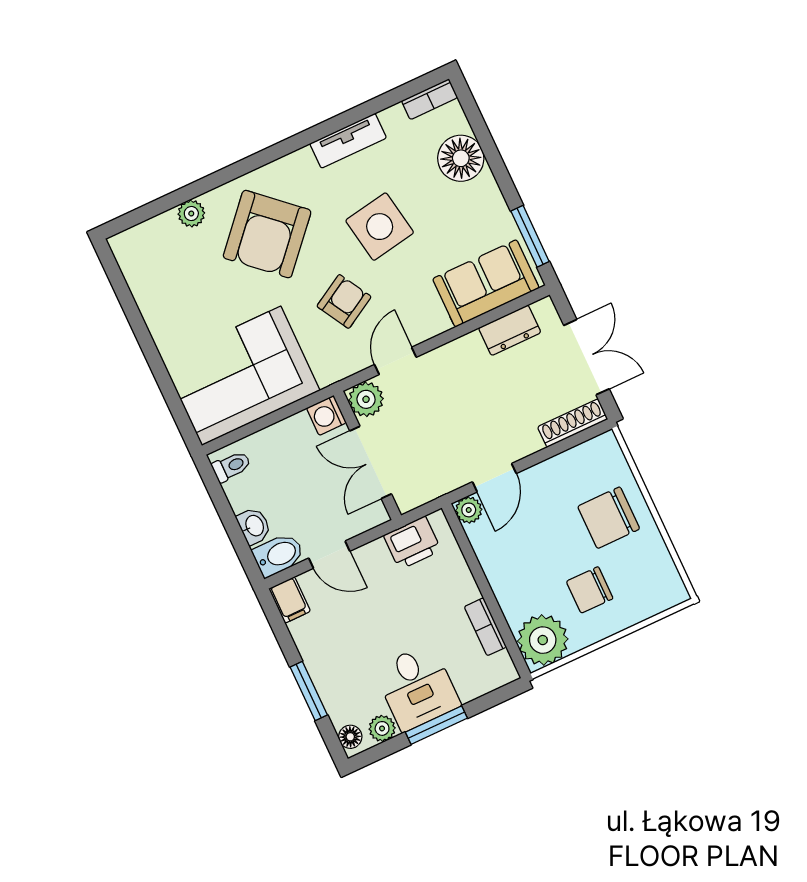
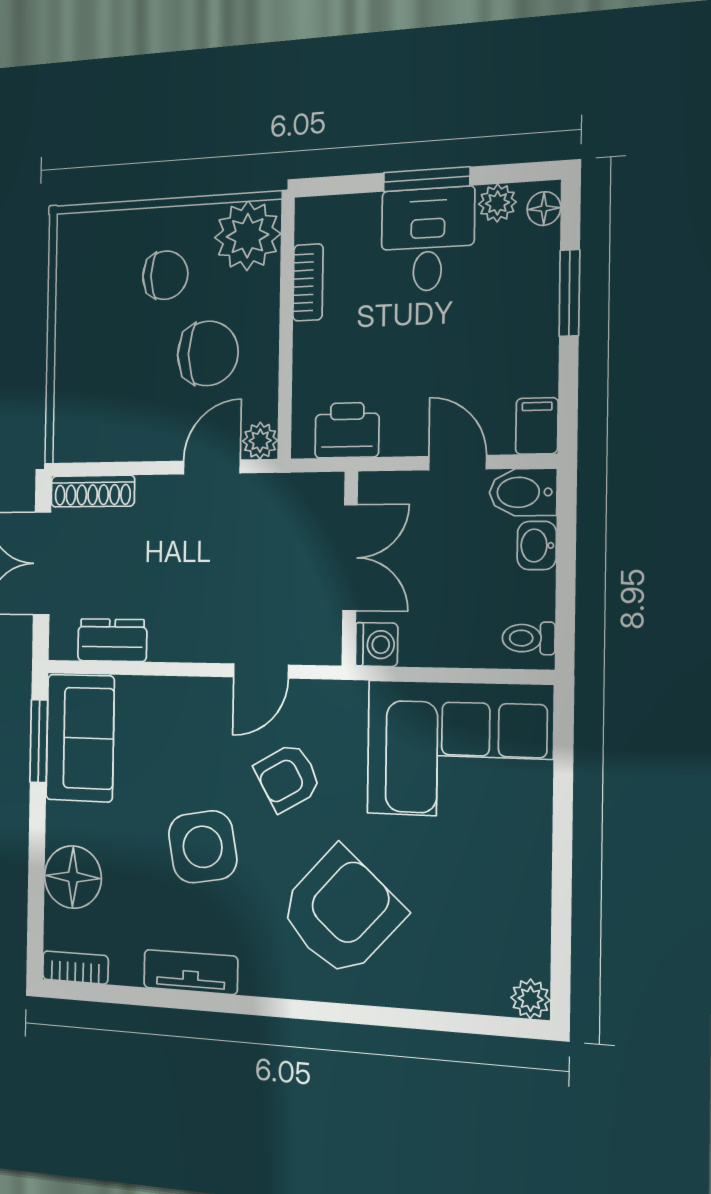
plant: (191, 214) -> (530, 999), moved
sofa: (486, 283) -> (80, 738), moved, turned -90
plant: (366, 399) -> (319, 641), removed
chair: (609, 518) -> (208, 353), moved

